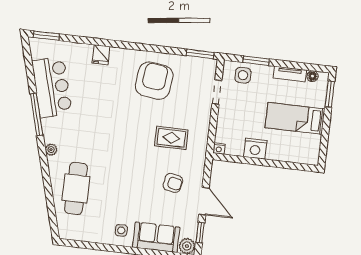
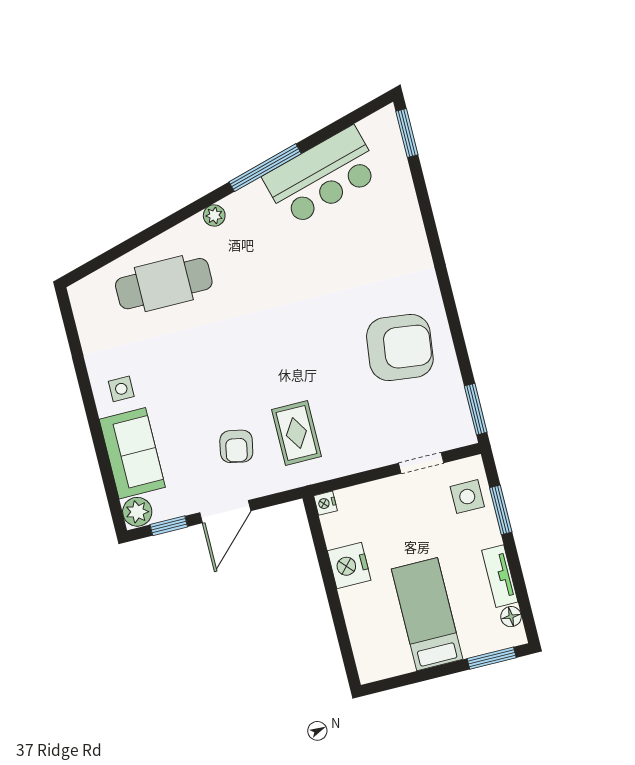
fridge: (101, 55) -> (410, 239), removed
rug: (171, 138) -> (296, 433), moved

